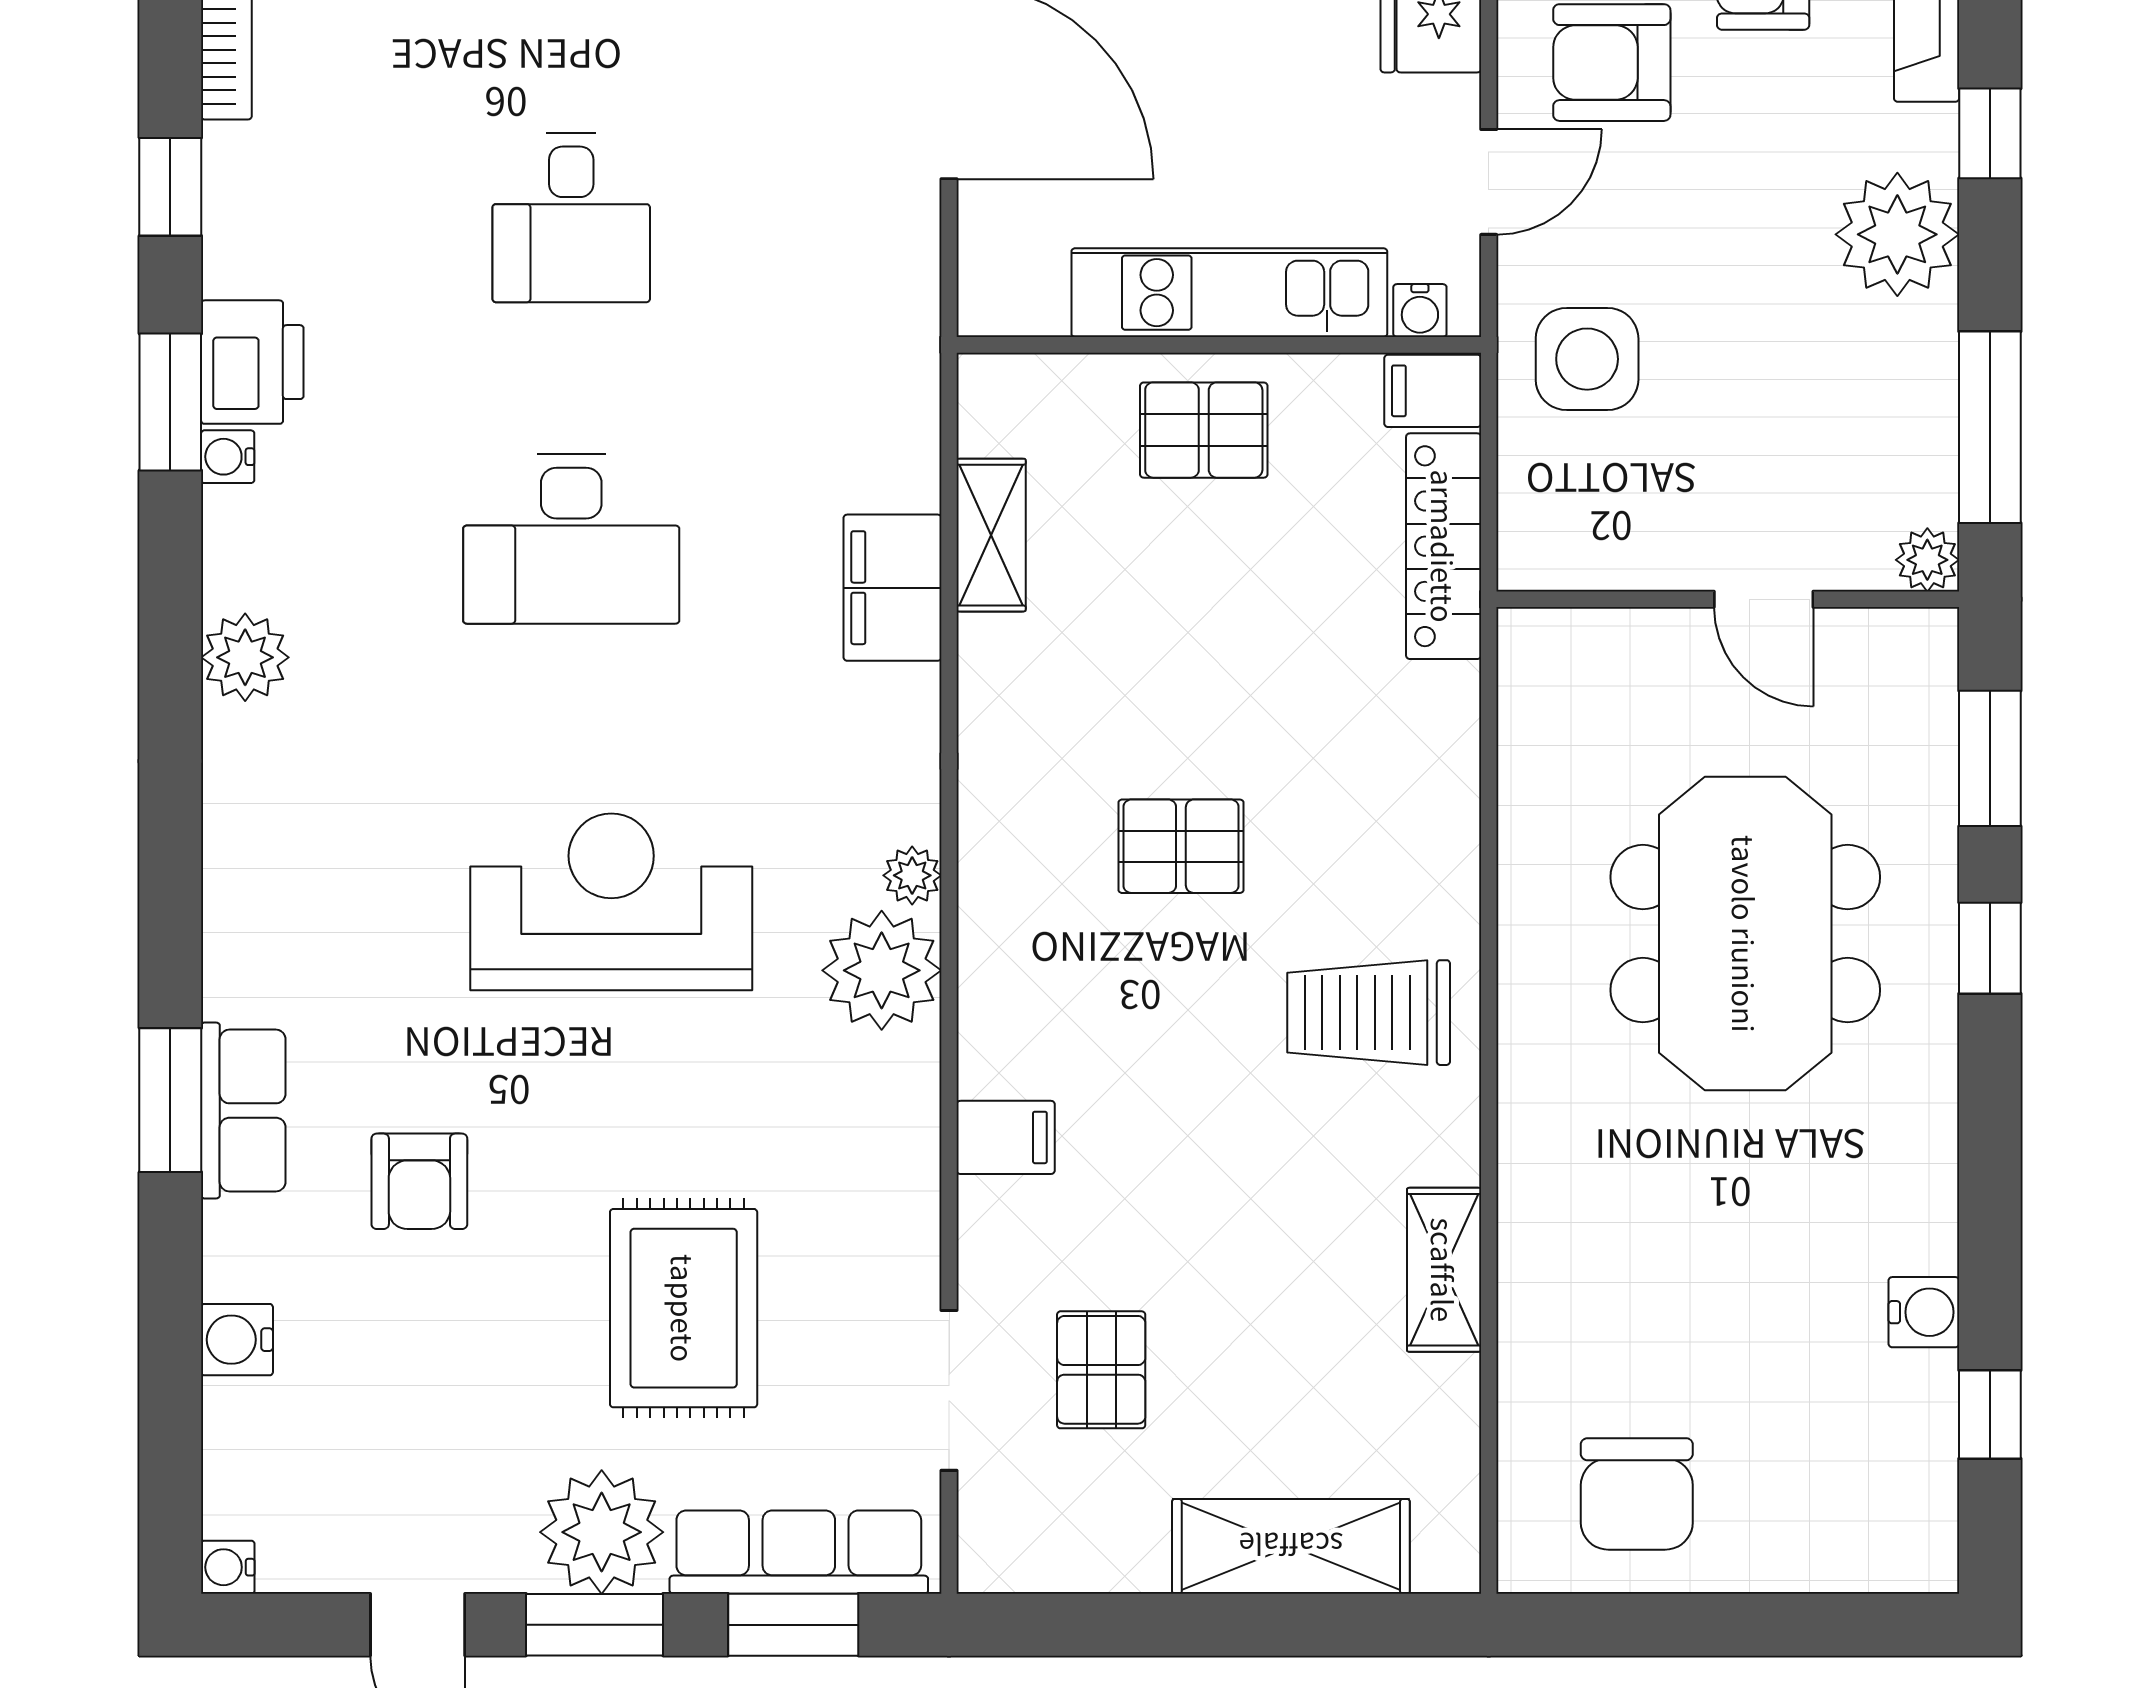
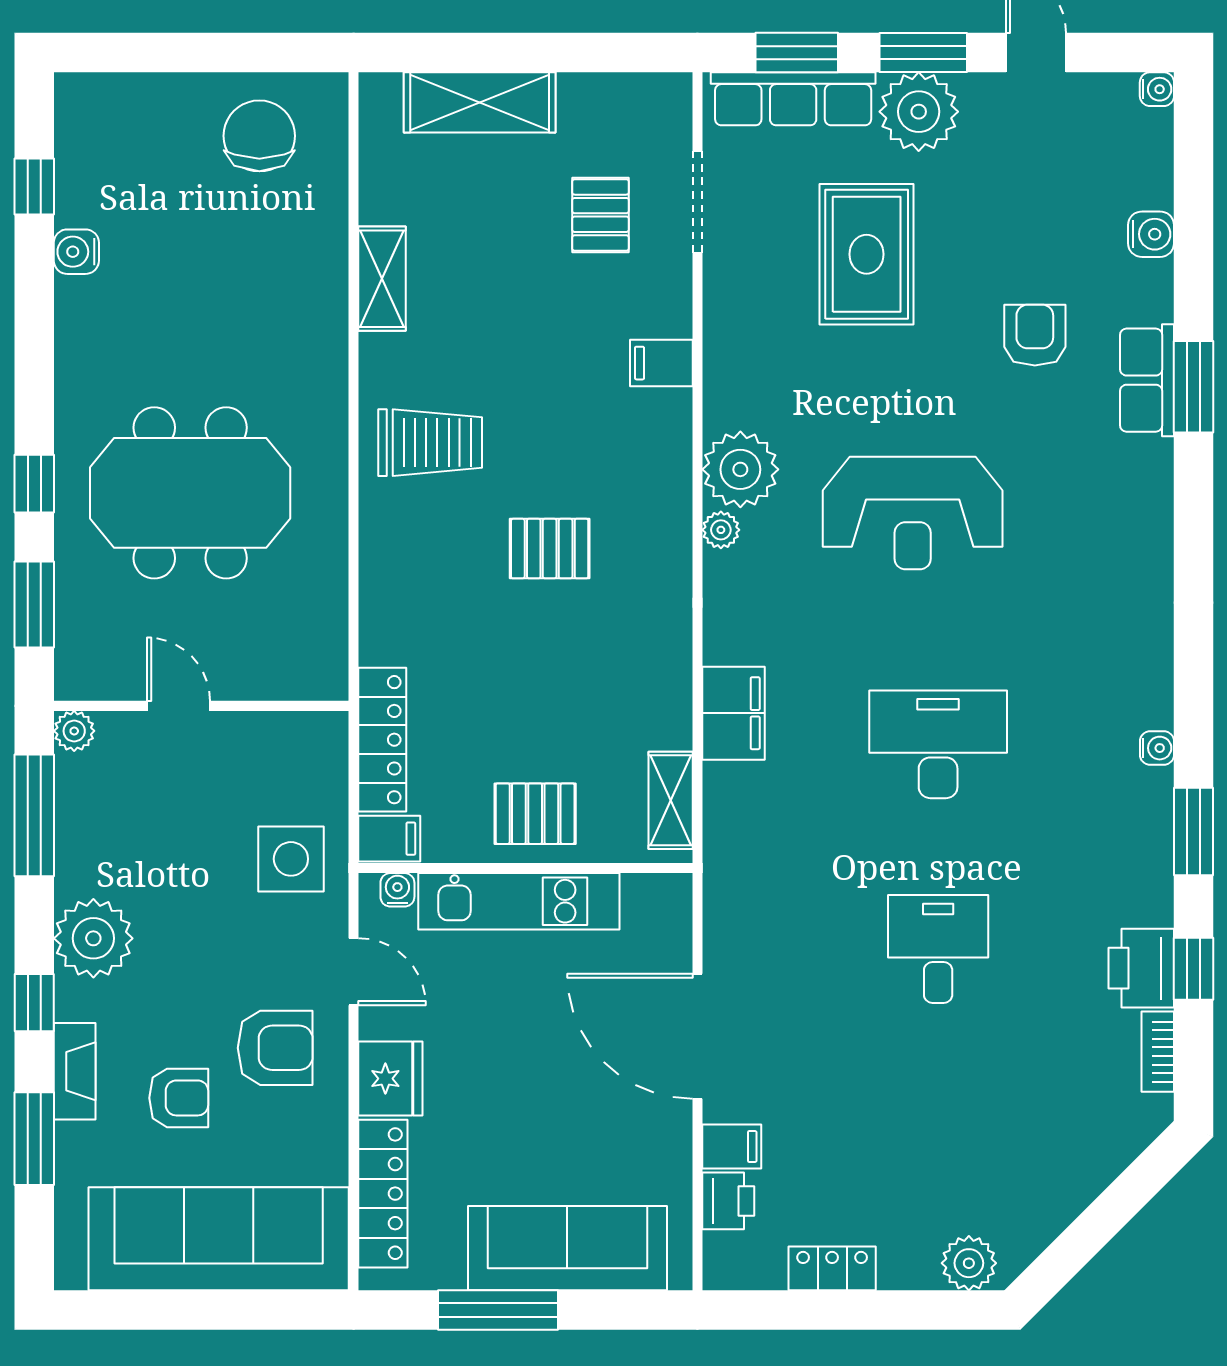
door: (1489, 182) -> (354, 972), swing flipped
printer: (252, 362) -> (1141, 968), moved
water cooler: (228, 457) -> (1157, 748), moved
shelving: (991, 535) -> (671, 800), moved
plant: (245, 657) -> (1146, 669), removed
meeting table: (1745, 934) -> (190, 493), turned 90

